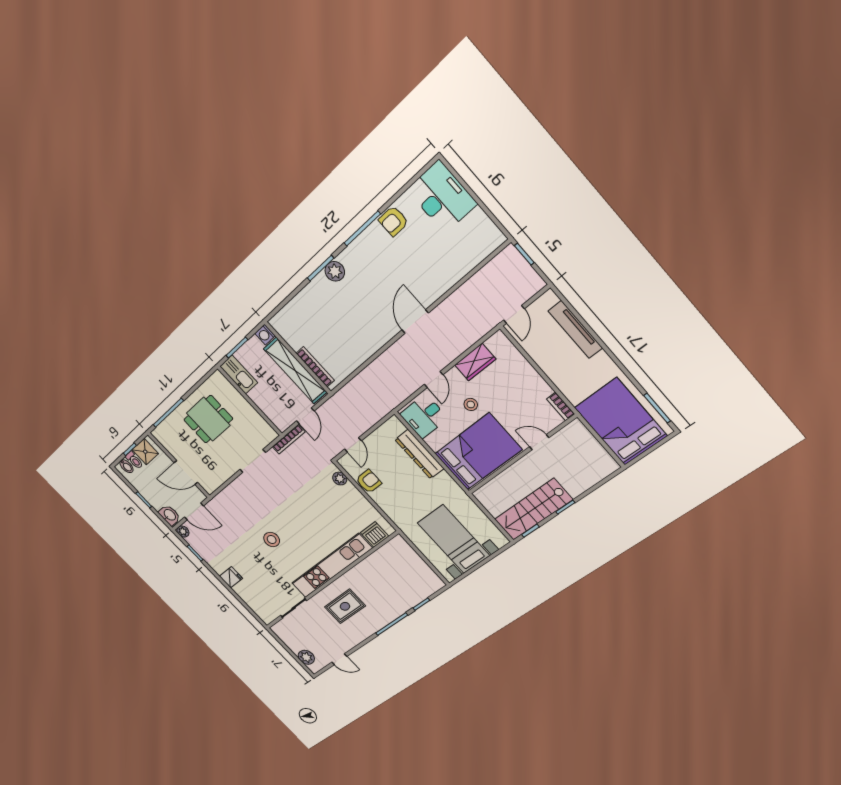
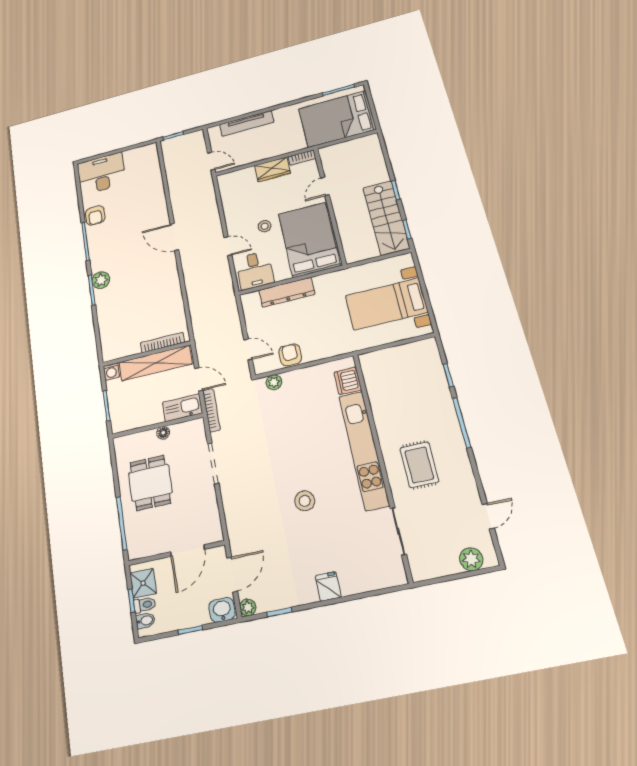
wardrobe: (475, 362) -> (272, 169), moved, turned 90
kitchen sink: (239, 375) -> (182, 408), moved
floor lamp: (248, 409) -> (163, 433), added

